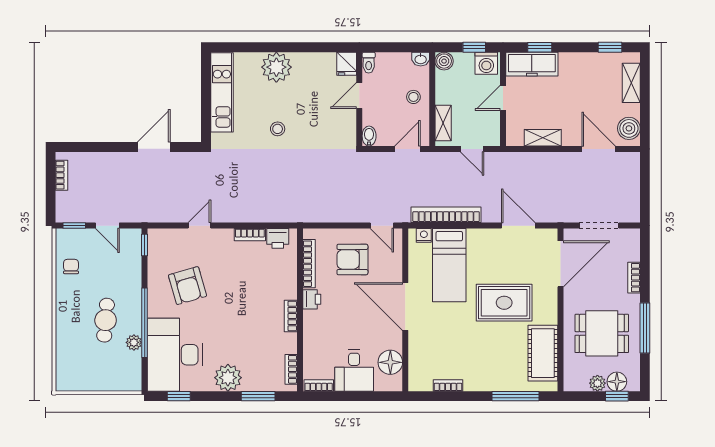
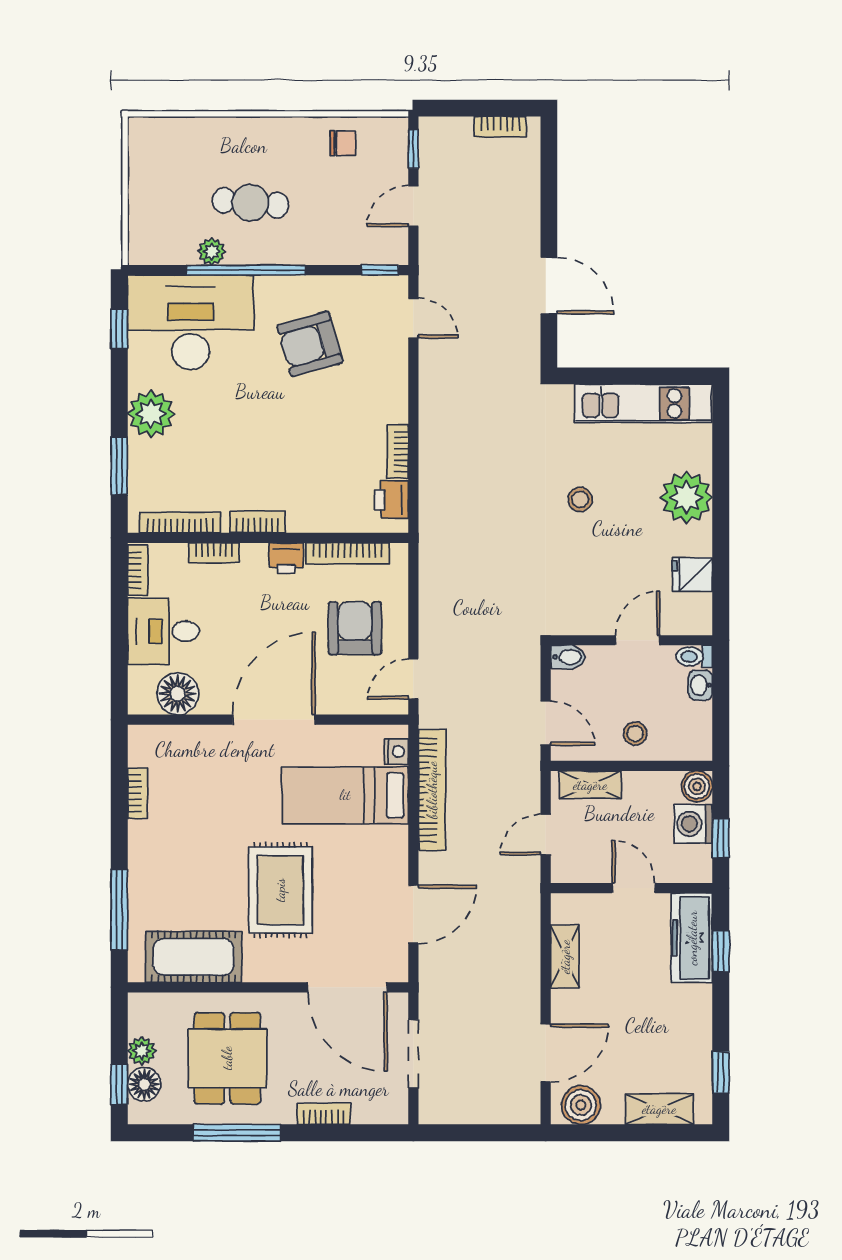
washbasin: (421, 59) -> (700, 685), moved
washing machine: (486, 63) -> (693, 824), moved
fridge: (347, 64) -> (692, 574), moved
door: (359, 96) -> (638, 640), hinge flipped
door: (200, 226) -> (413, 318), moved
bookcase: (309, 341) -> (214, 553), added
bookcase: (291, 369) -> (180, 523), width x1.56

